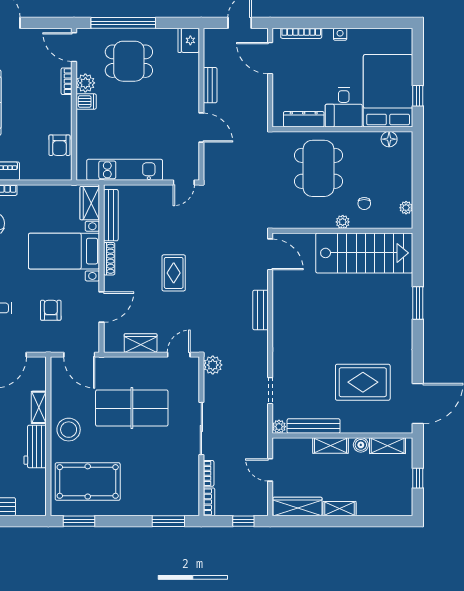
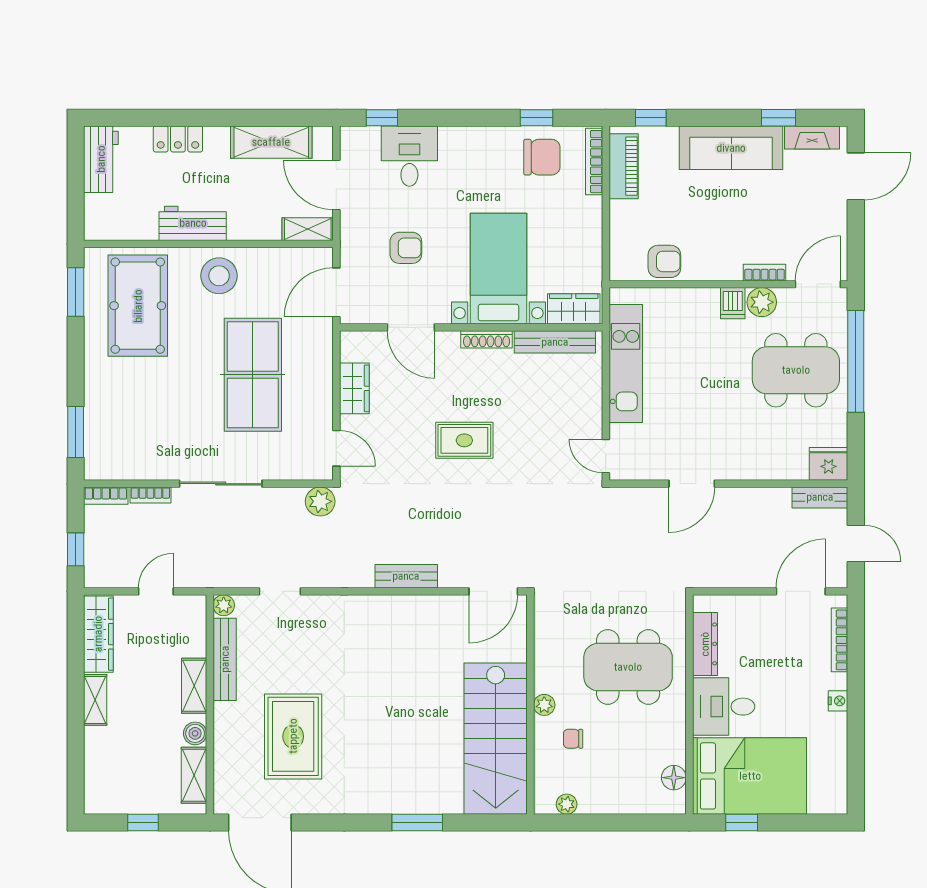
dining table: (129, 61) -> (796, 370), width x1.37
bench: (210, 85) -> (820, 497), moved
armchair: (59, 145) -> (664, 261), turned 180
shelving: (39, 407) -> (308, 229), moved

